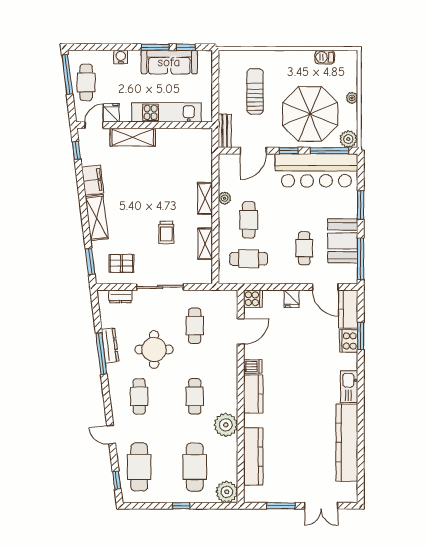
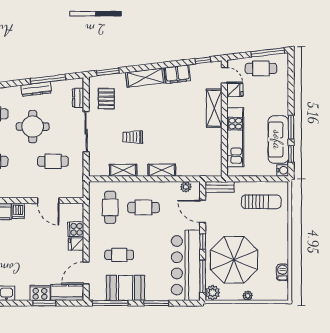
water cooler: (121, 57) -> (283, 170), moved
sun lounger: (255, 91) -> (261, 202), moved
plant: (225, 198) -> (186, 187), moved
cooker: (253, 299) -> (76, 229), moved, turned 90
window: (101, 354) -> (48, 79), moved

